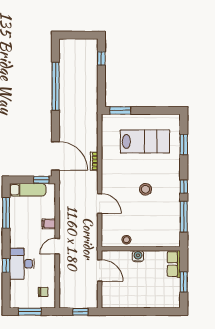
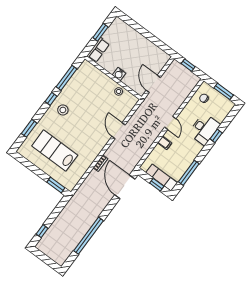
window: (41, 180) -> (157, 185), moved
stool: (146, 189) -> (63, 110), moved
door: (57, 246) -> (170, 123), hinge flipped

